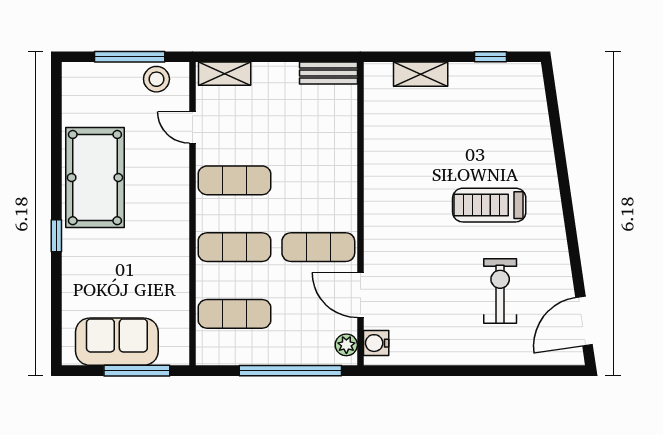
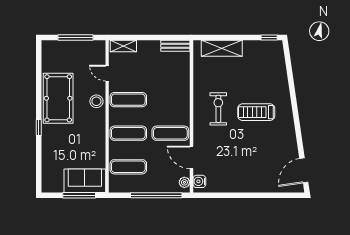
window: (491, 57) -> (269, 38), moved
shelving: (421, 74) -> (222, 48), width x1.50, depth x1.33
stool: (156, 79) -> (96, 101), moved
exercise bike: (500, 291) -> (218, 109), moved
sofa: (117, 342) -> (85, 181), moved

